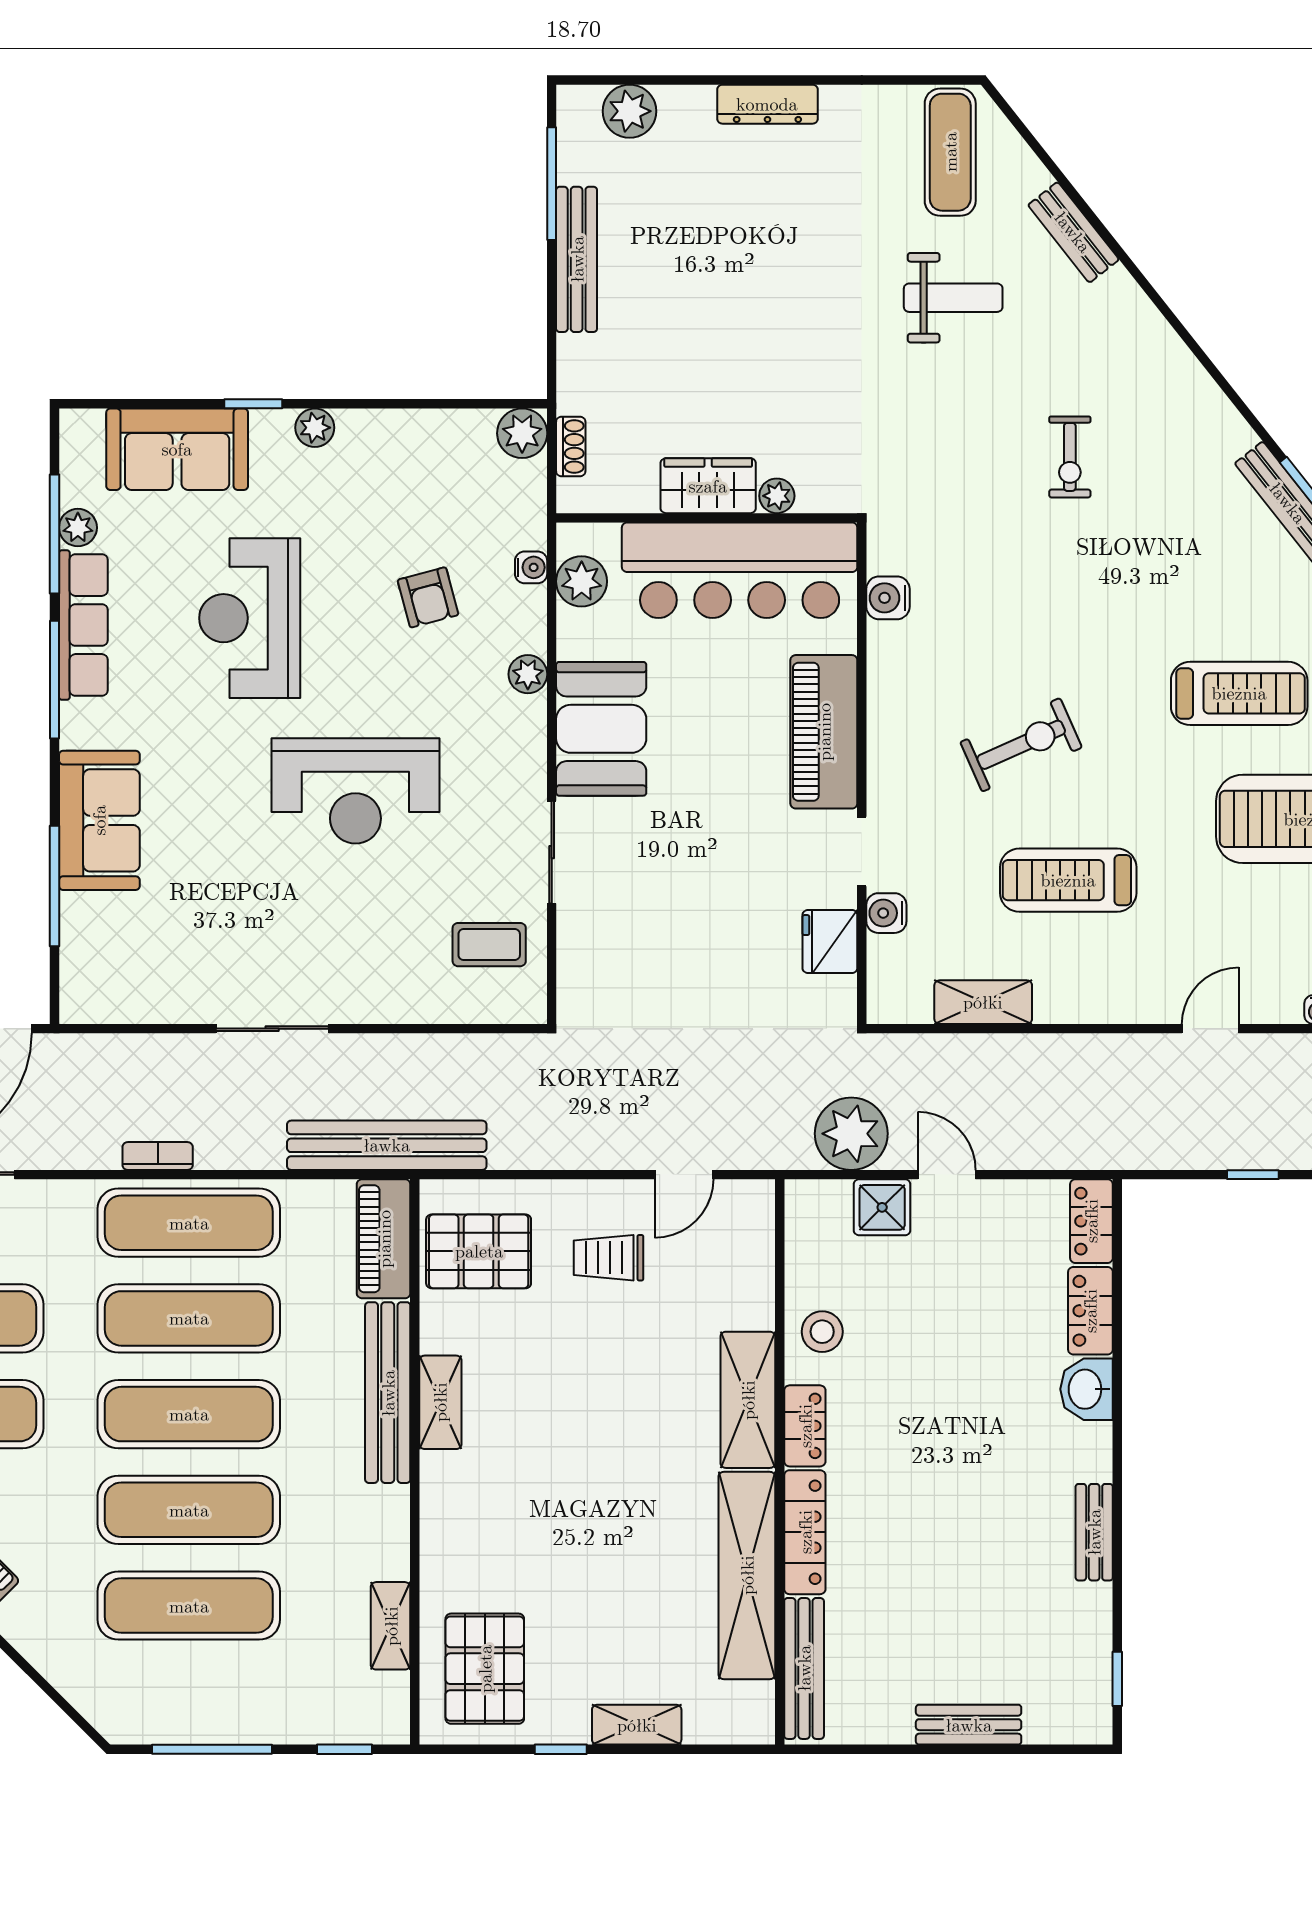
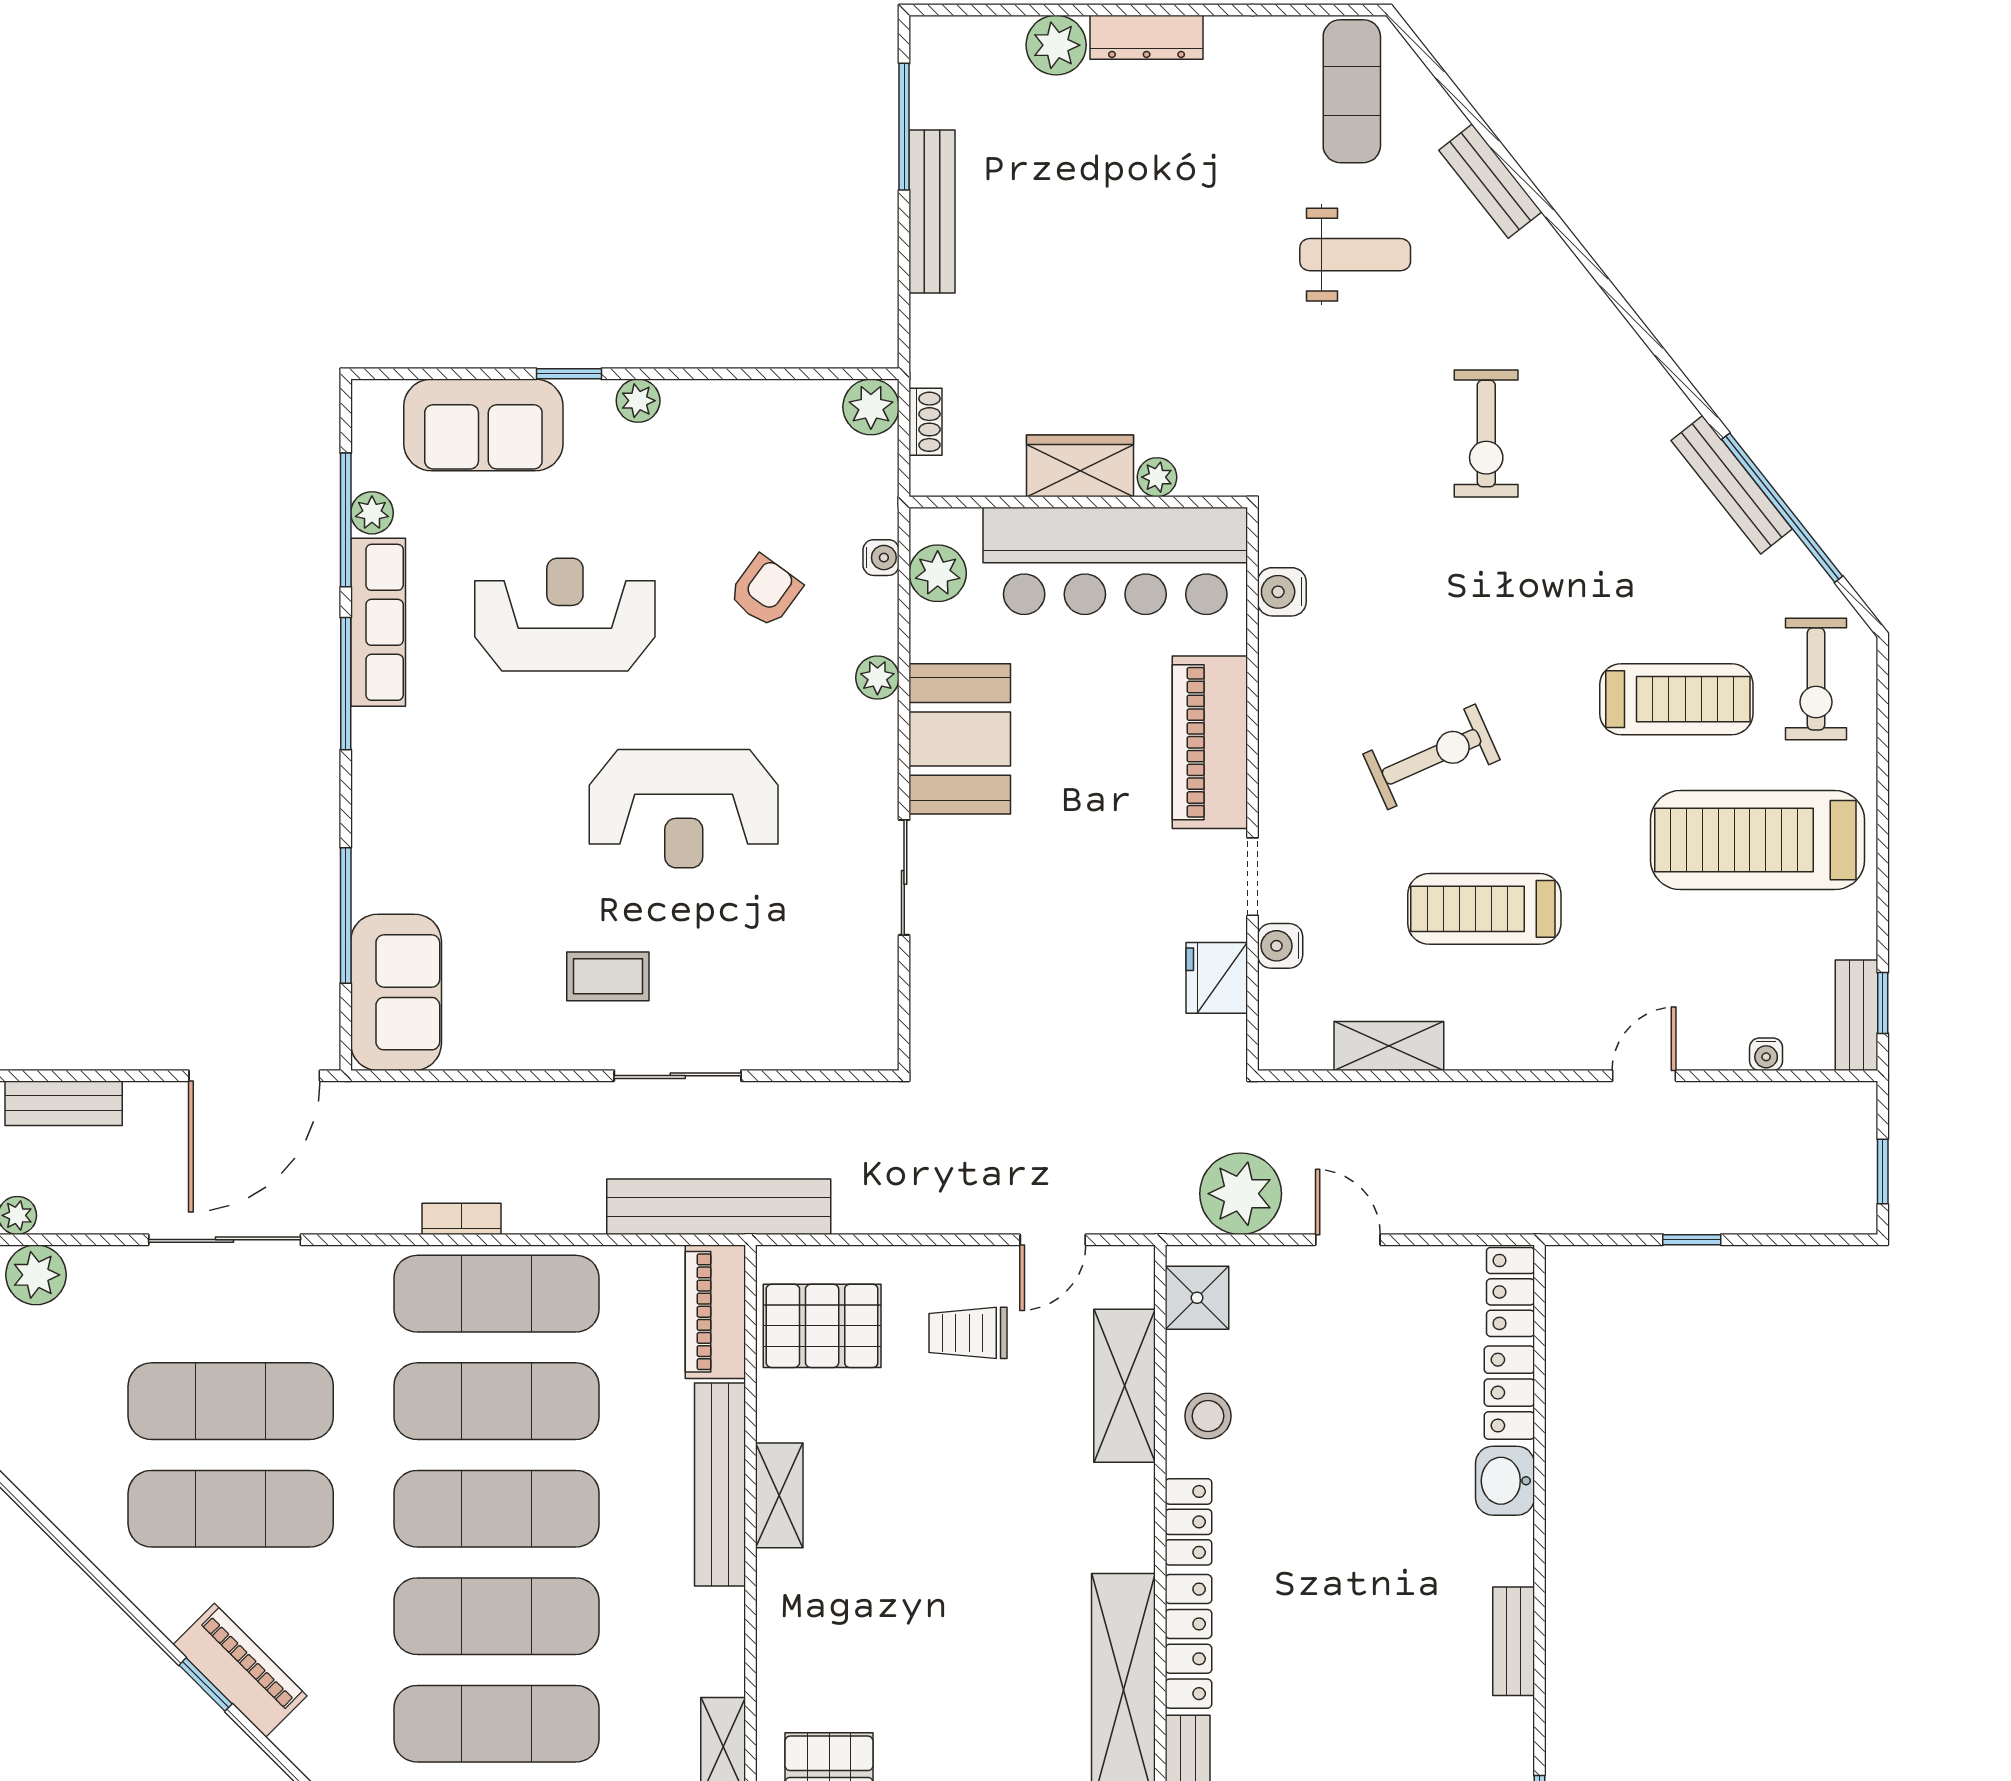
plant: (630, 111) -> (1056, 45), moved
exercise bike: (1070, 457) -> (1486, 434), width x1.38, depth x1.39
armchair: (428, 597) -> (765, 591), turned -129
reception desk: (250, 618) -> (565, 615), turned 90
sofa: (99, 820) -> (396, 992), moved
coffee table: (489, 945) -> (608, 976), moved
sliding door: (272, 1029) -> (678, 1076), moved
shower: (882, 1207) -> (1197, 1298), moved
shelving: (748, 1400) -> (1125, 1386), moved

